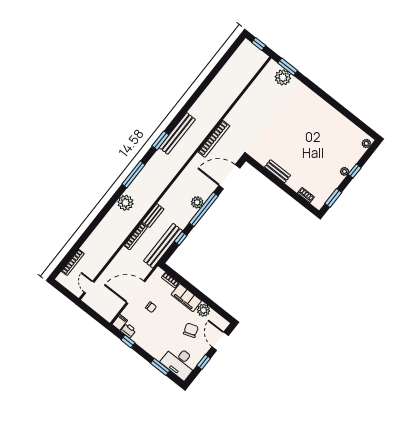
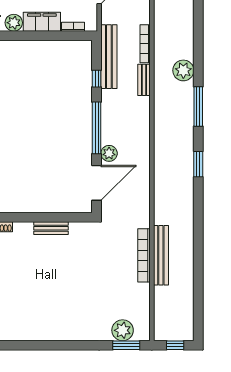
bench: (177, 133) -> (161, 255), moved
bookcase: (214, 139) -> (144, 255), moved
plant: (197, 202) -> (109, 153), moved

